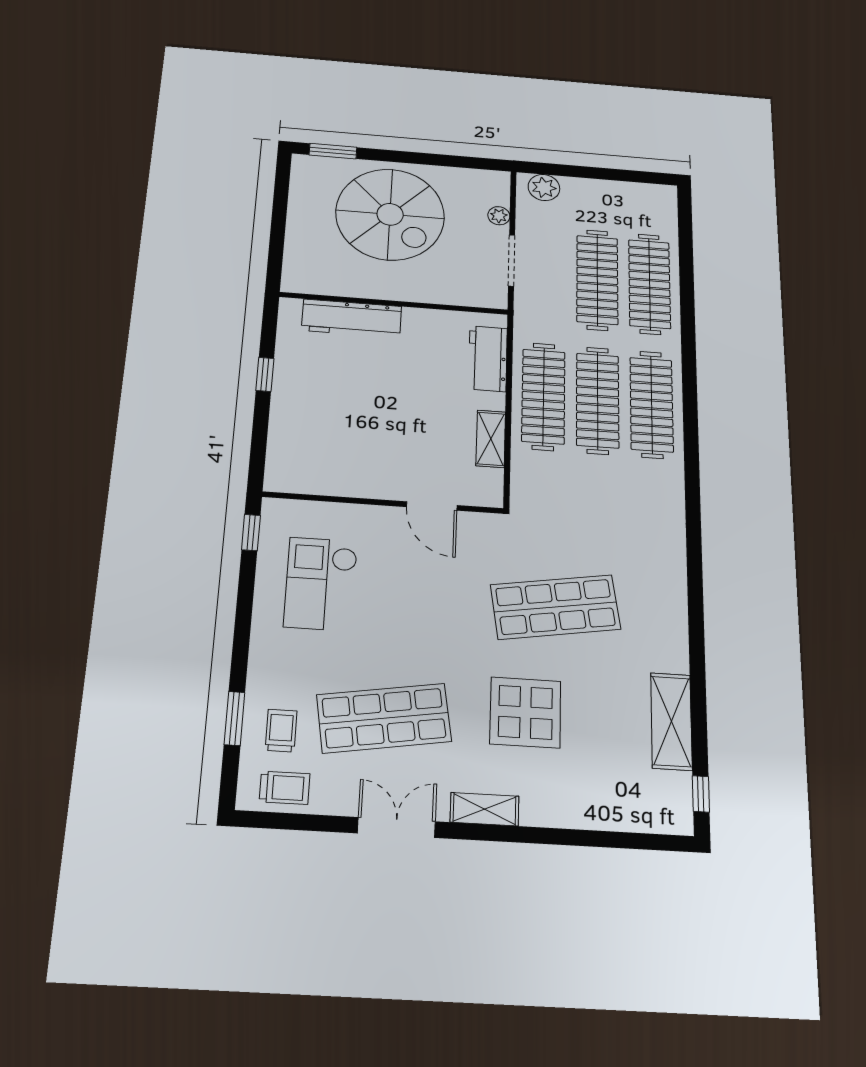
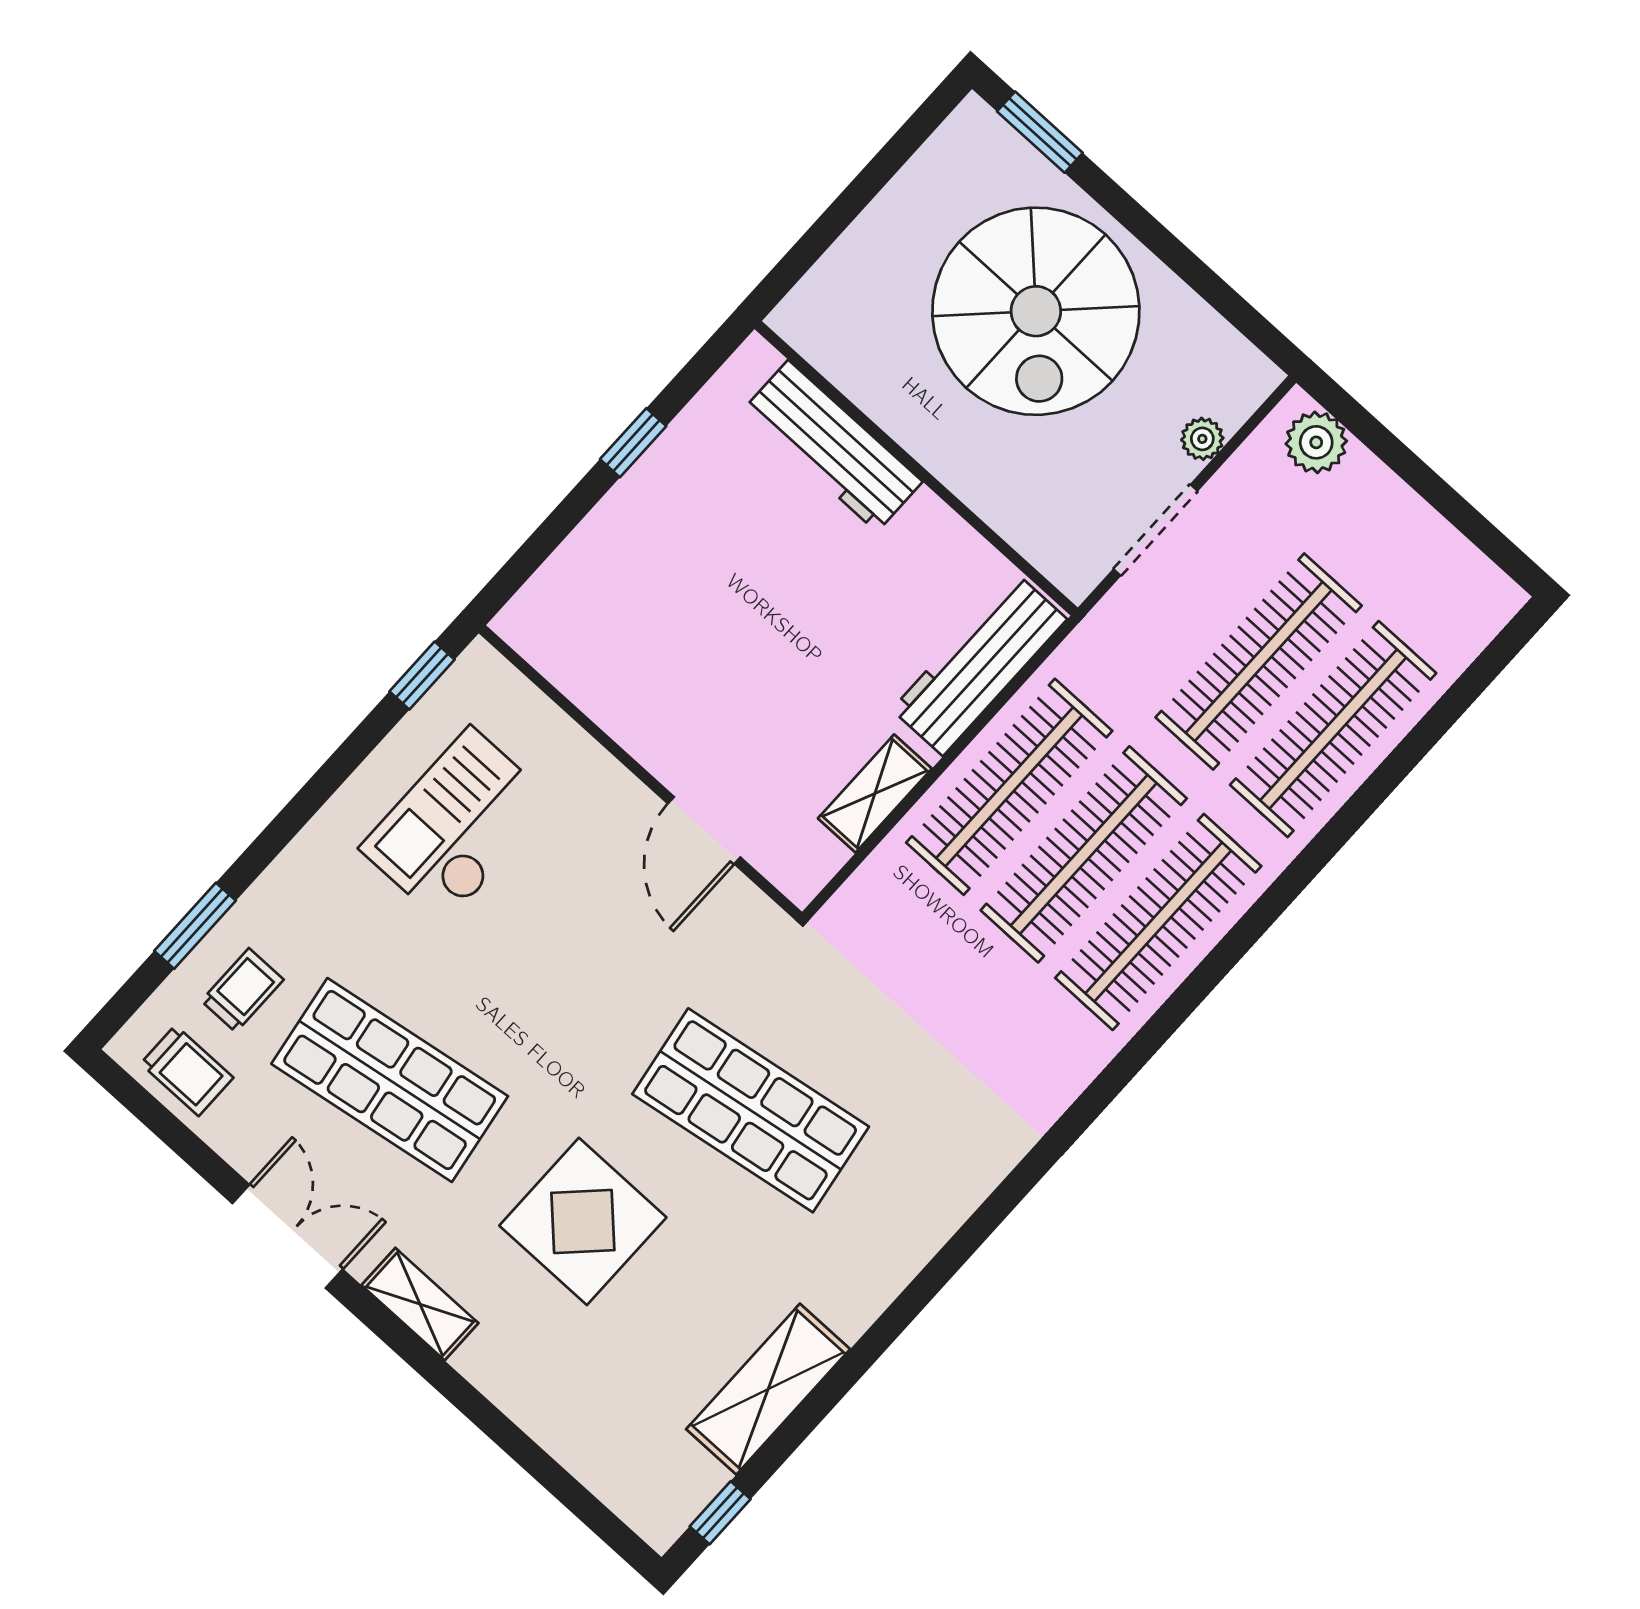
workbench: (488, 359) -> (979, 664), width x1.38

